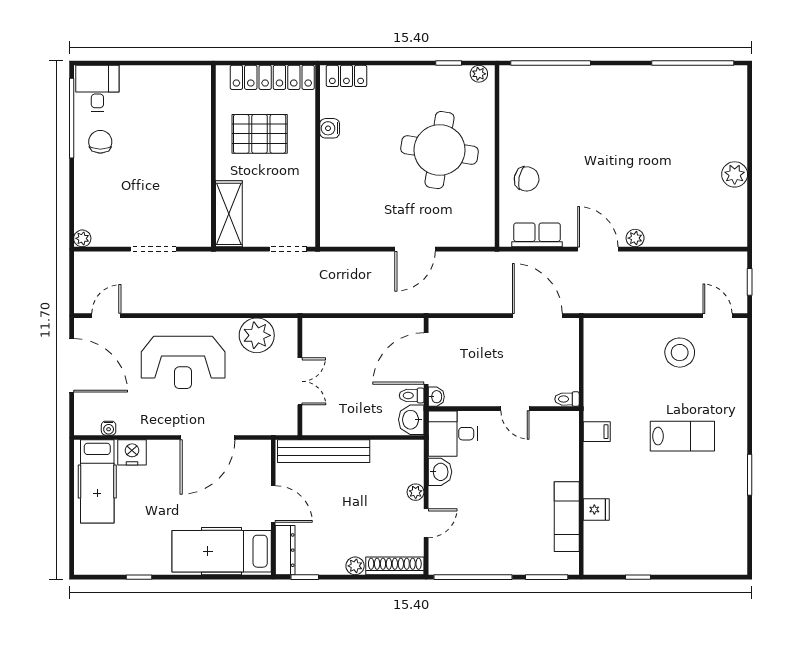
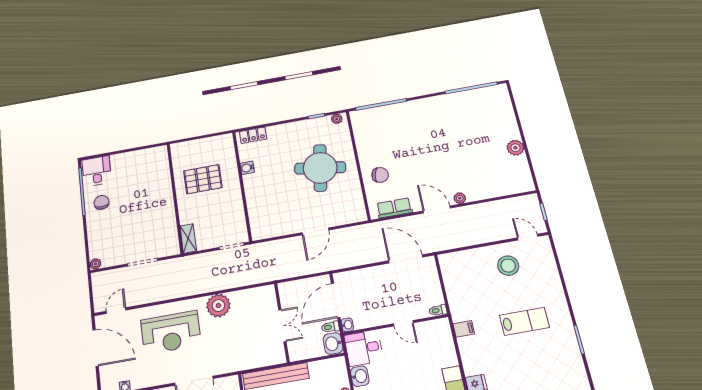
locker: (272, 77) -> (206, 145), removed
shelving: (229, 214) -> (188, 239), width x0.67, depth x0.75
wall: (300, 377) -> (282, 322), moved
double door: (300, 381) -> (282, 326), moved

